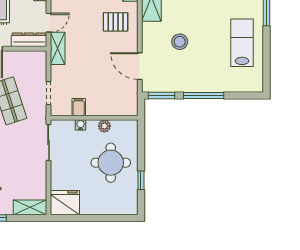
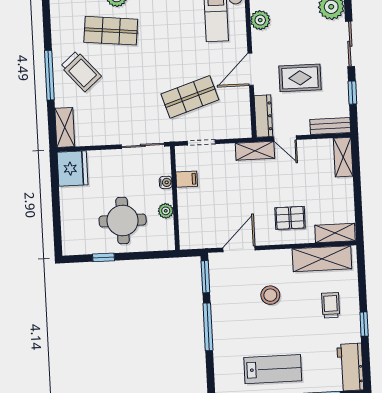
pallet: (116, 22) -> (290, 218), turned 90

